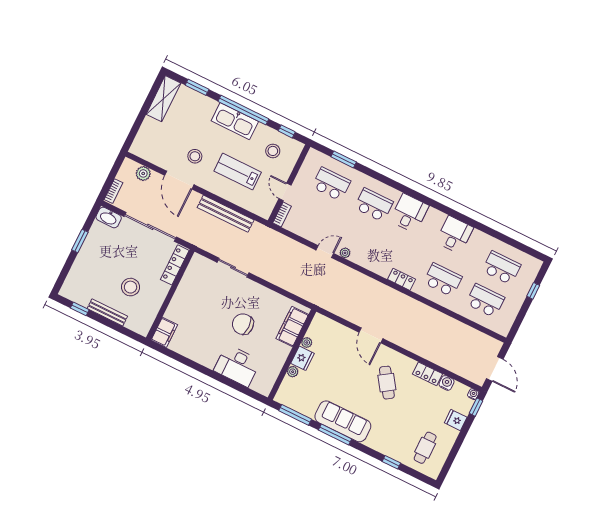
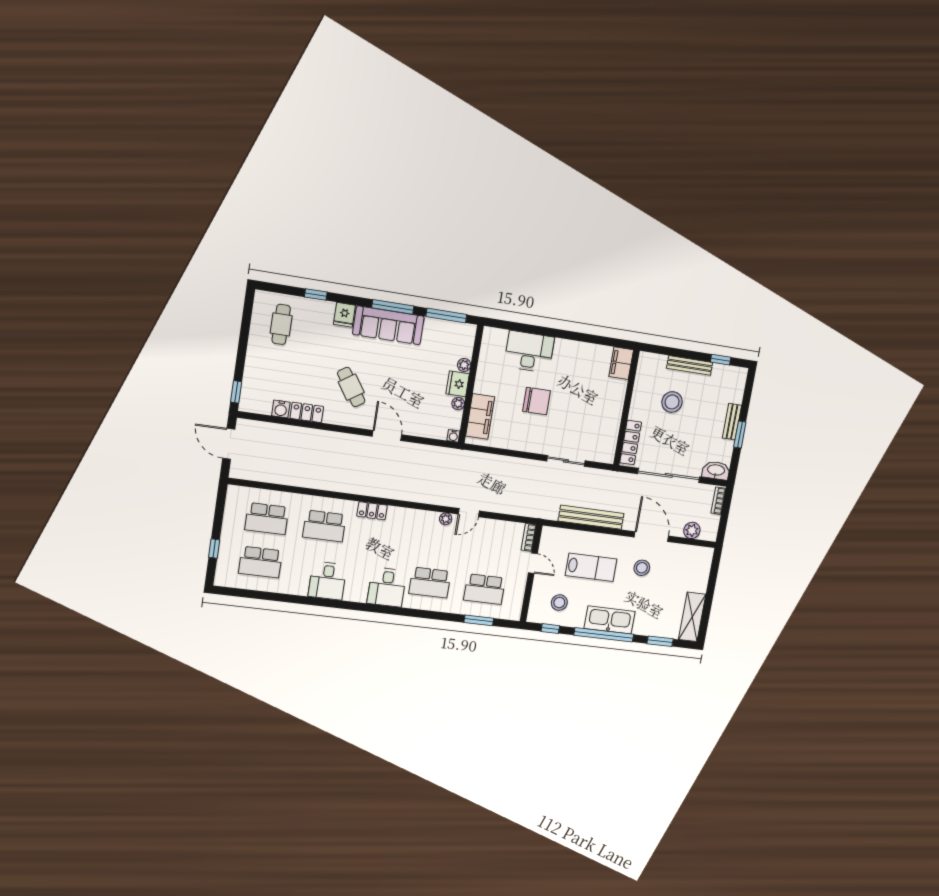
bench: (84, 254) -> (732, 422), added
water cooler: (473, 394) -> (453, 436), moved
fridge: (456, 420) -> (344, 315), moved, turned 90

